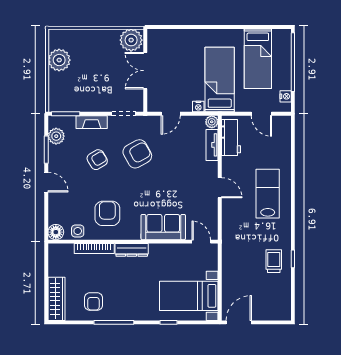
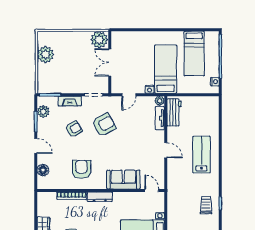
door: (261, 114) -> (197, 95), removed
side table: (78, 231) -> (59, 183), removed
floor lamp: (56, 232) -> (43, 170), moved

